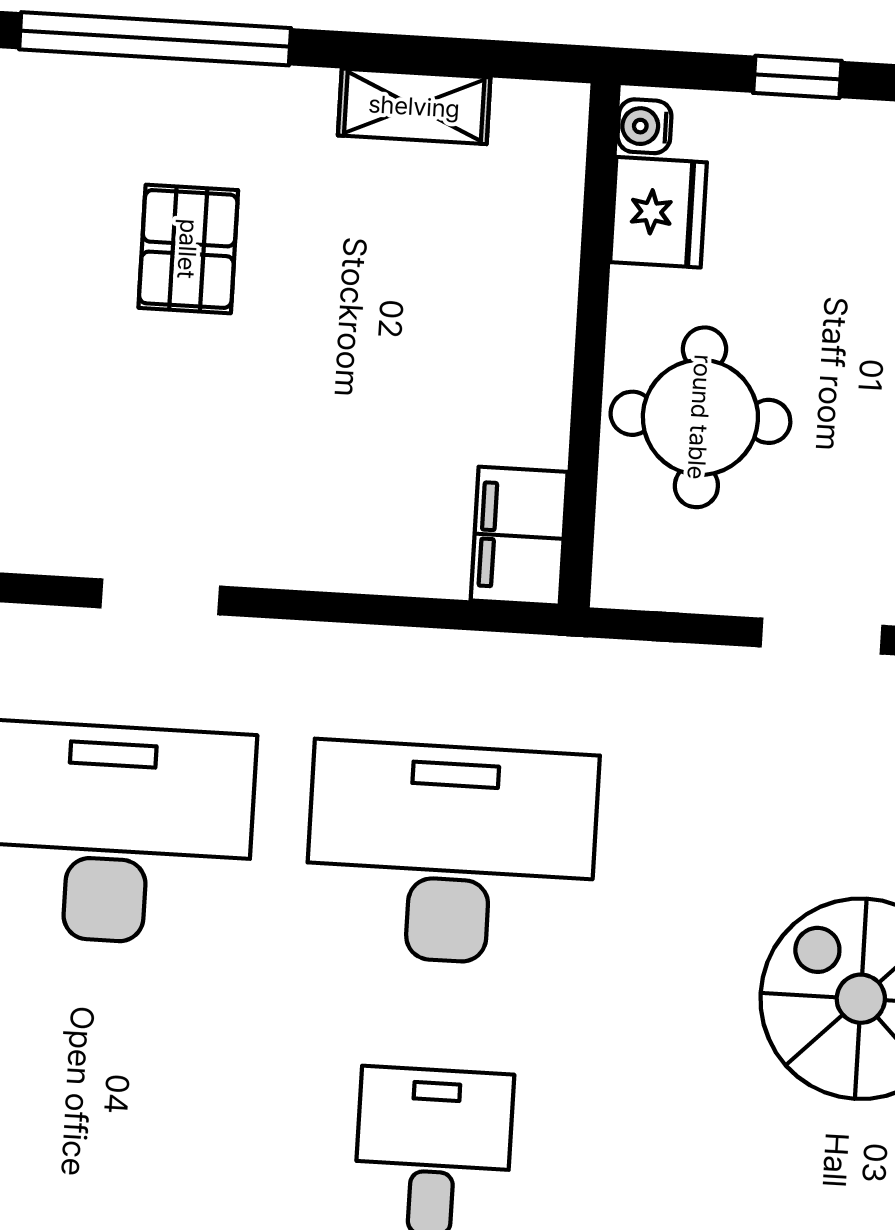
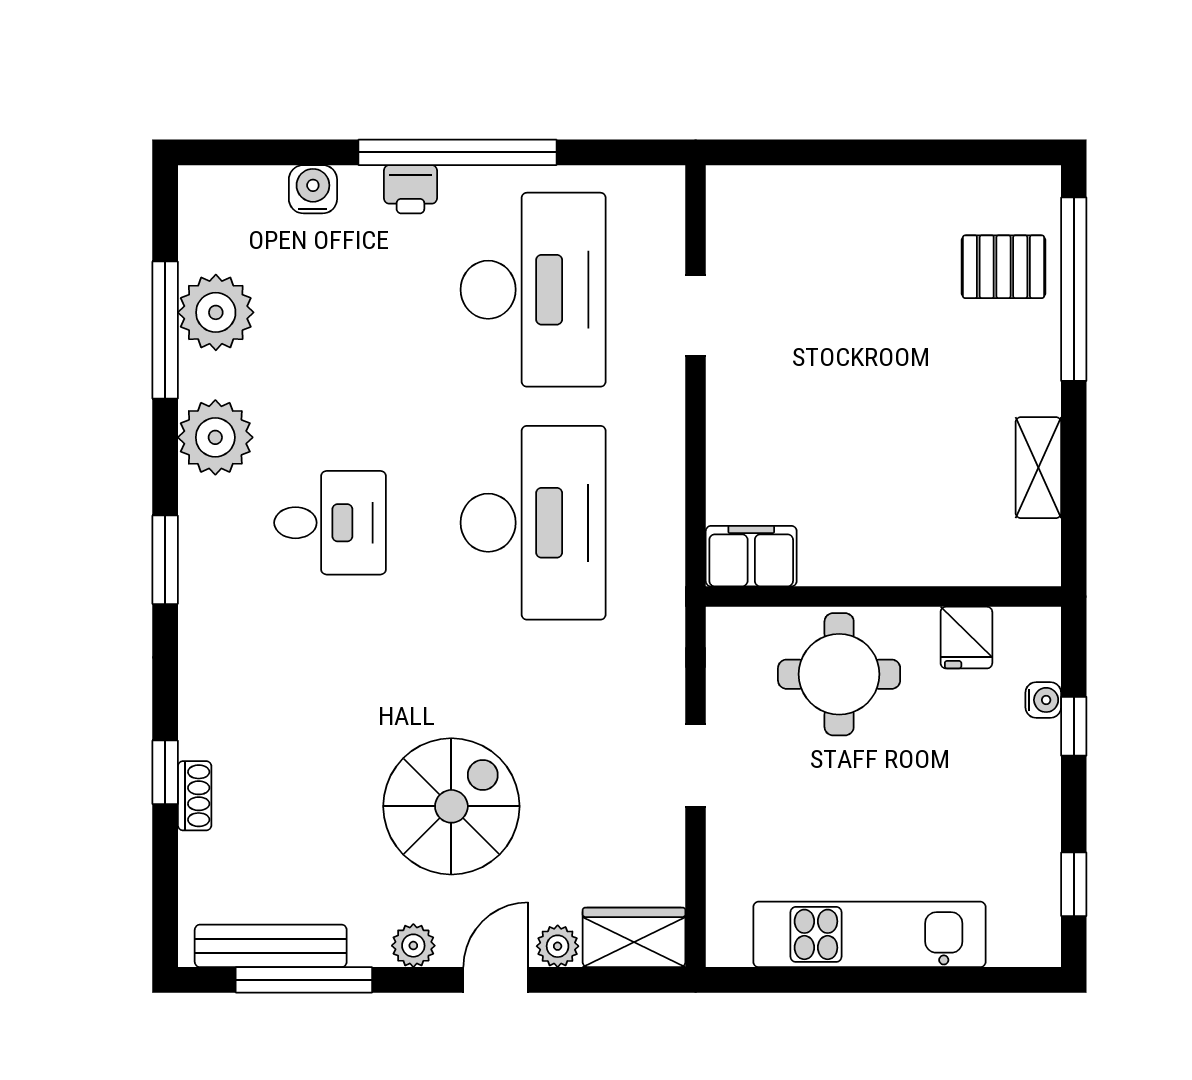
water cooler: (644, 126) -> (1043, 700), moved, turned 90
fridge: (659, 212) -> (966, 638), width x0.72
pallet: (188, 249) -> (1003, 267), moved

